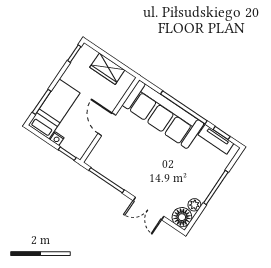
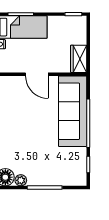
wardrobe: (107, 69) -> (79, 59), moved
door: (107, 124) -> (37, 74), swing flipped
tv unit: (216, 139) -> (81, 163), removed

